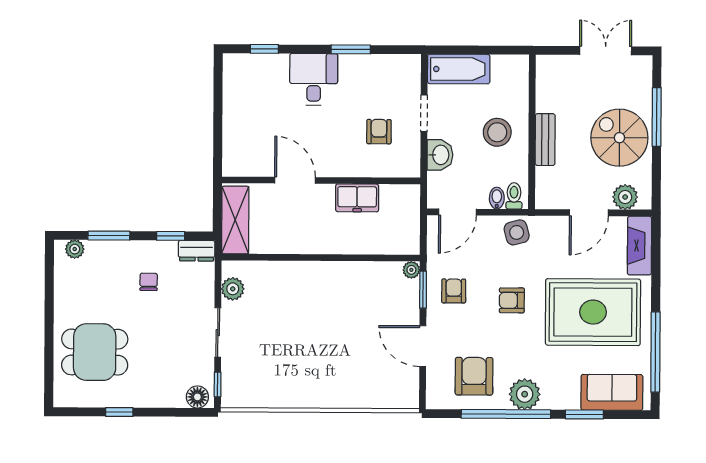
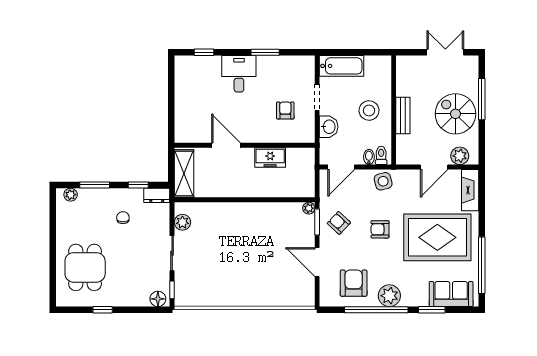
armchair: (454, 291) -> (339, 223), turned -47
dining table: (95, 352) -> (85, 267), turned 90

